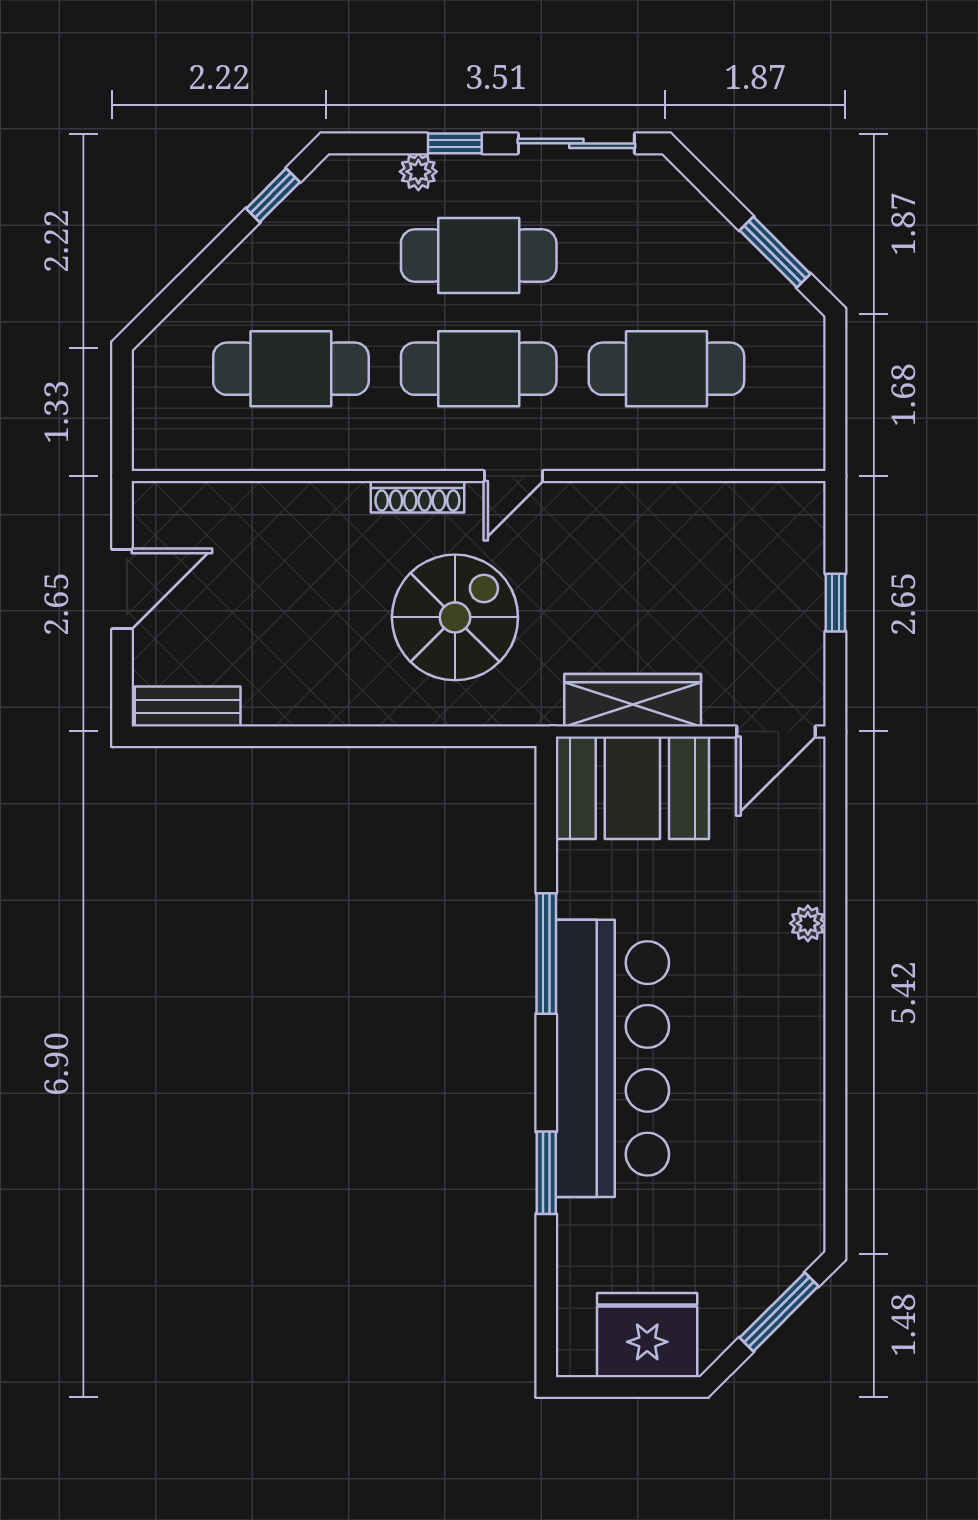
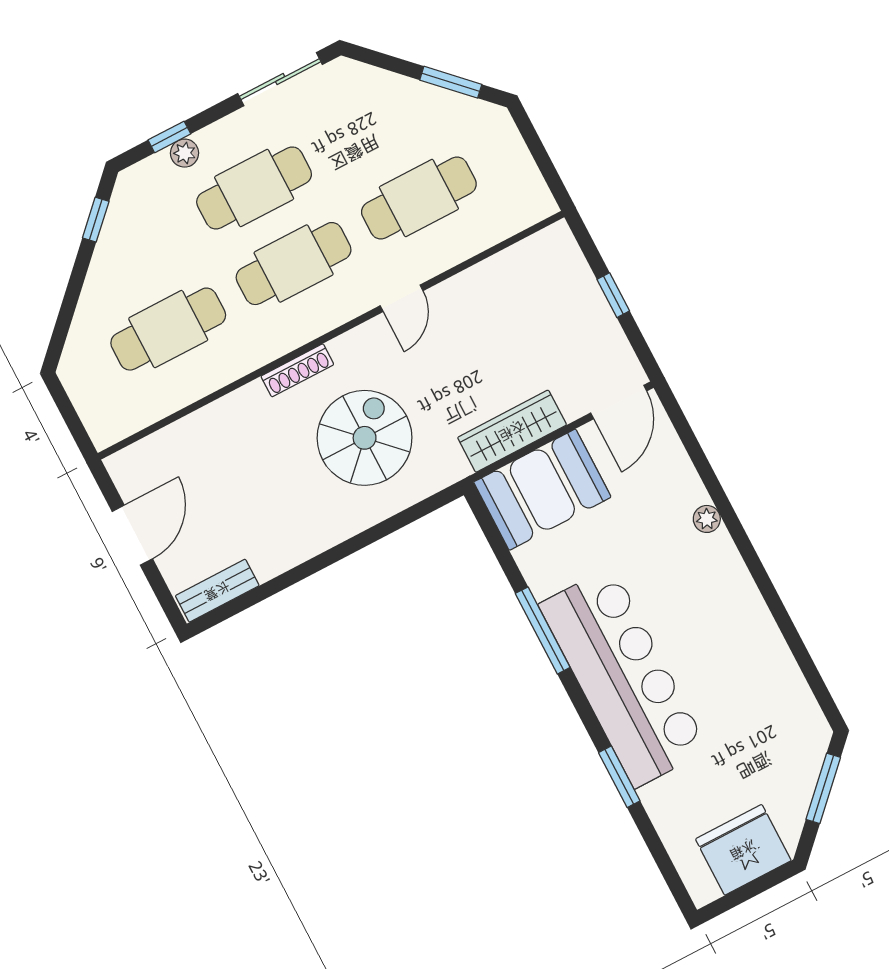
window: (455, 143) -> (169, 137), moved
door: (513, 476) -> (402, 298), moved

